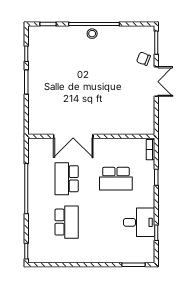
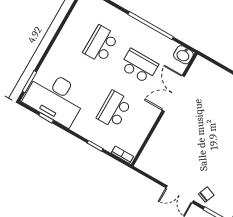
washbasin: (35, 146) -> (183, 55), added
school desk: (67, 222) -> (101, 44), turned 90
desk: (139, 222) -> (55, 98), width x1.87, depth x1.30

